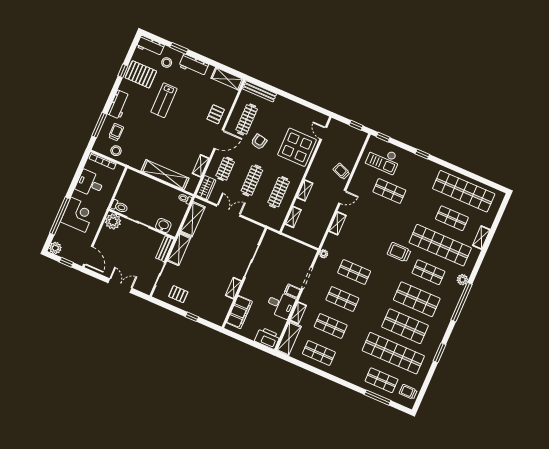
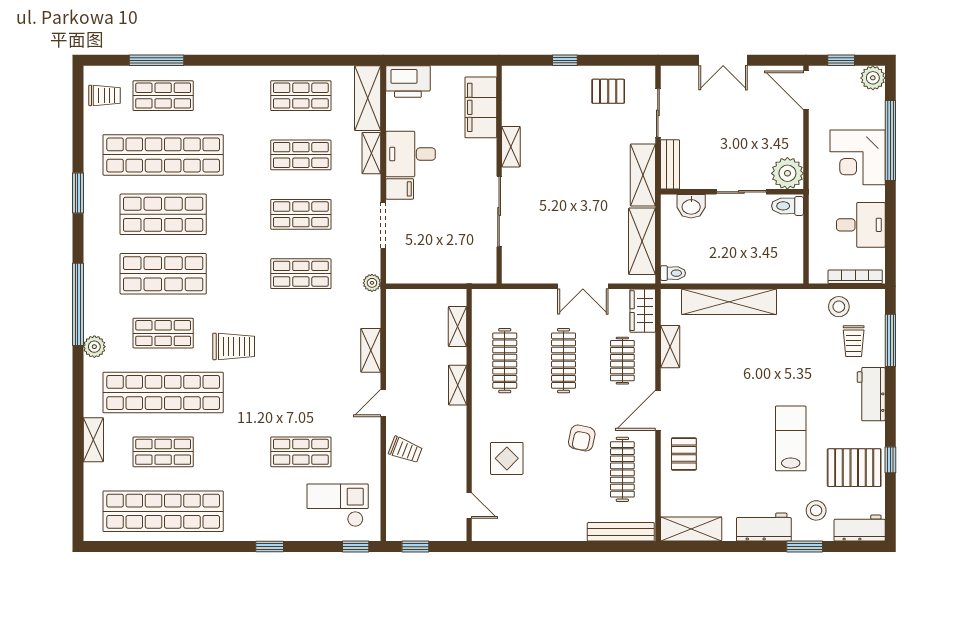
display table: (297, 147) -> (507, 458), width x0.54, depth x0.54

